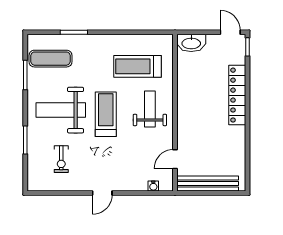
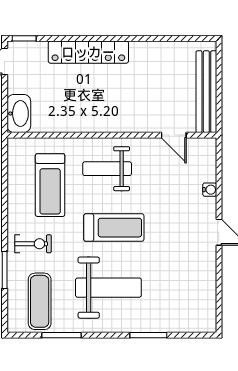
weight bench: (61, 110) -> (108, 288), turned -90
treadmill: (106, 114) -> (114, 228), turned 180
exercise bike: (61, 159) -> (33, 244), moved
water cooler: (153, 186) -> (210, 190), moved

